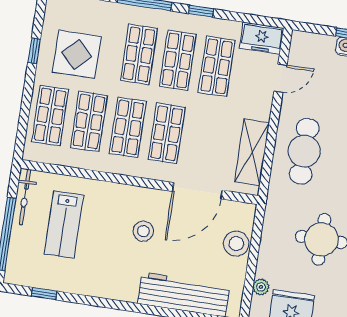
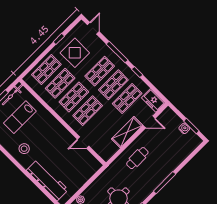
cafe table: (304, 151) -> (137, 158), width x0.73, depth x0.74
shelving: (252, 152) -> (127, 132), moved
door: (197, 191) -> (83, 143), width x0.53
stool: (143, 231) -> (24, 149), moved
stool: (236, 244) -> (83, 175), removed

